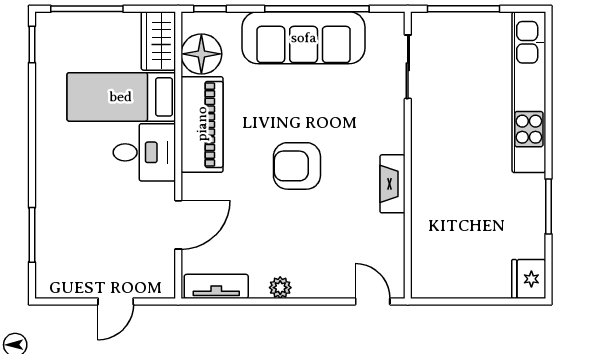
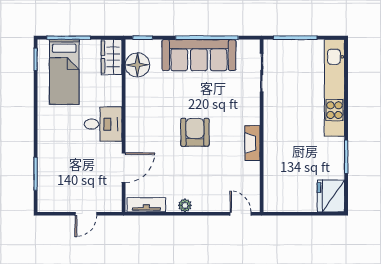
bed: (121, 97) -> (64, 72), moved, turned -90
piano: (202, 124) -> (138, 107), removed
armchair: (297, 166) -> (195, 132), turned 90
fridge: (529, 279) -> (331, 196), width x1.36, depth x1.34

